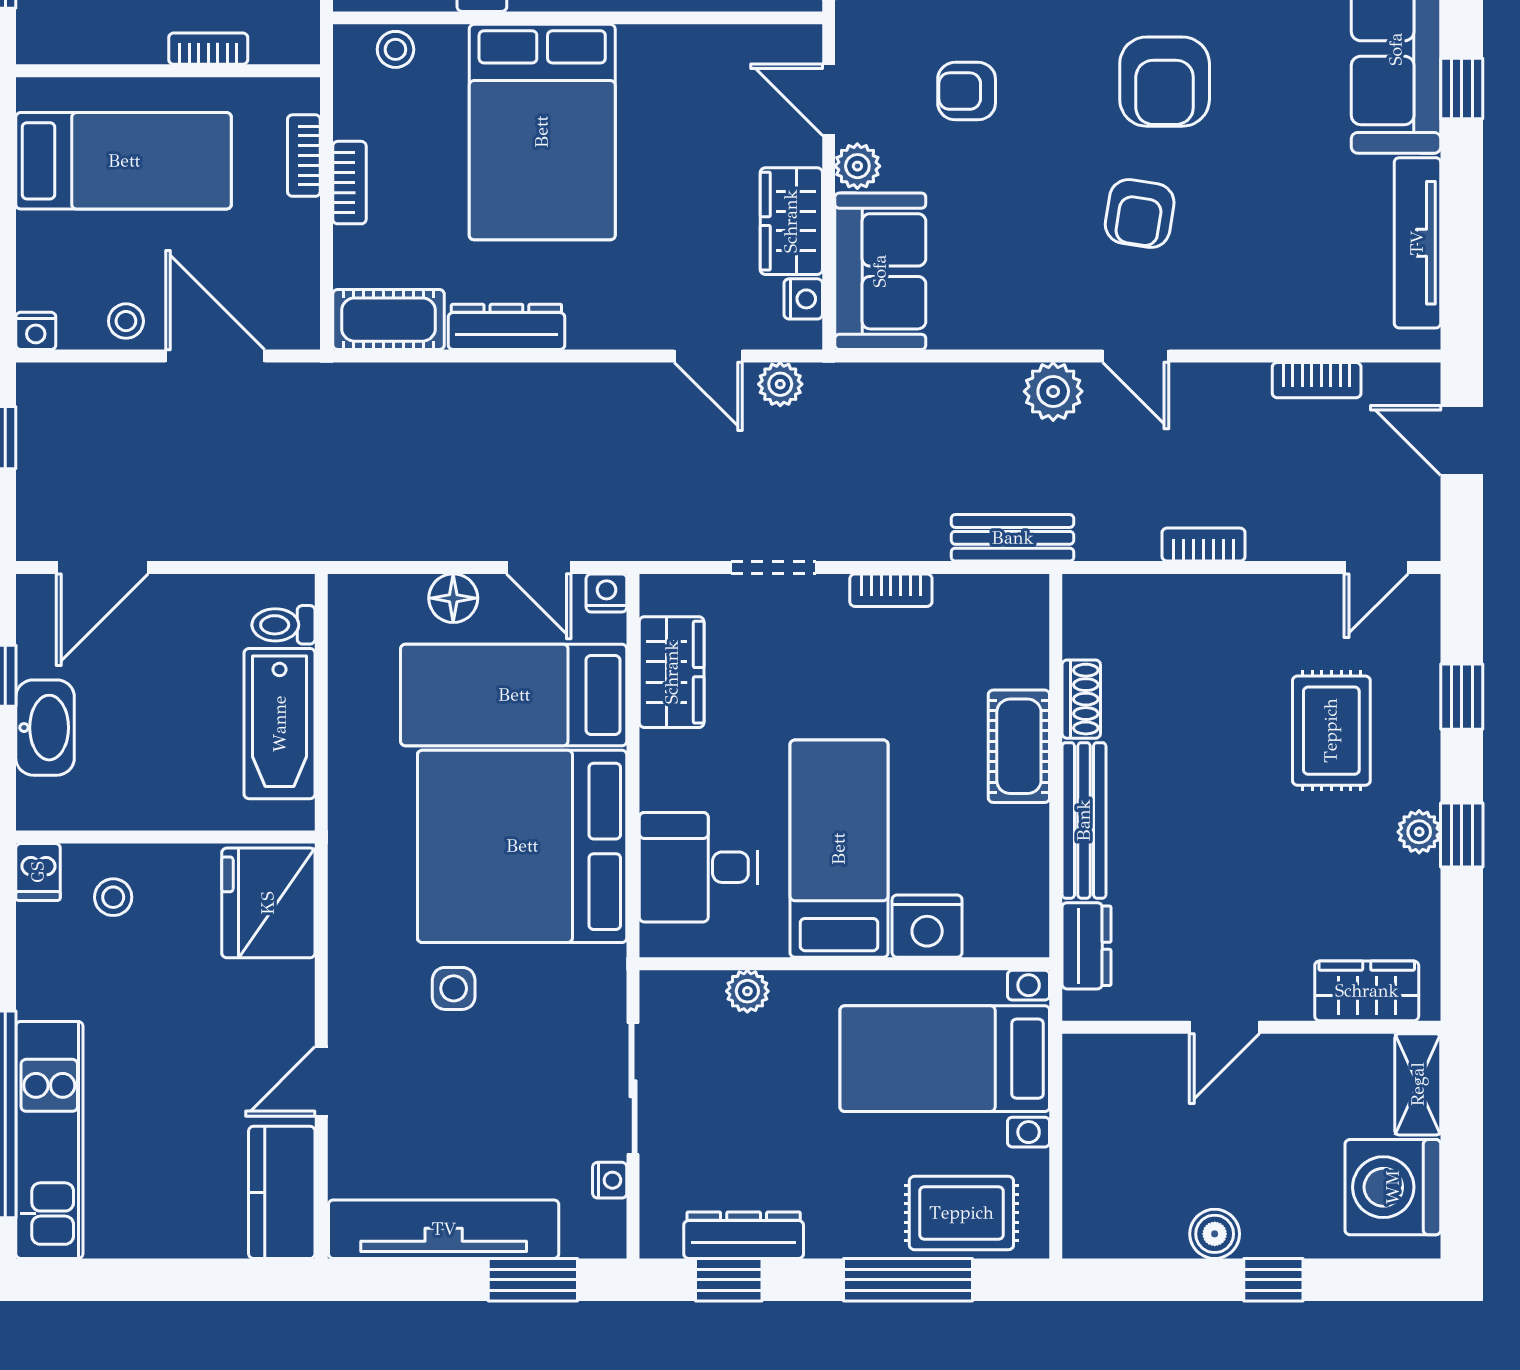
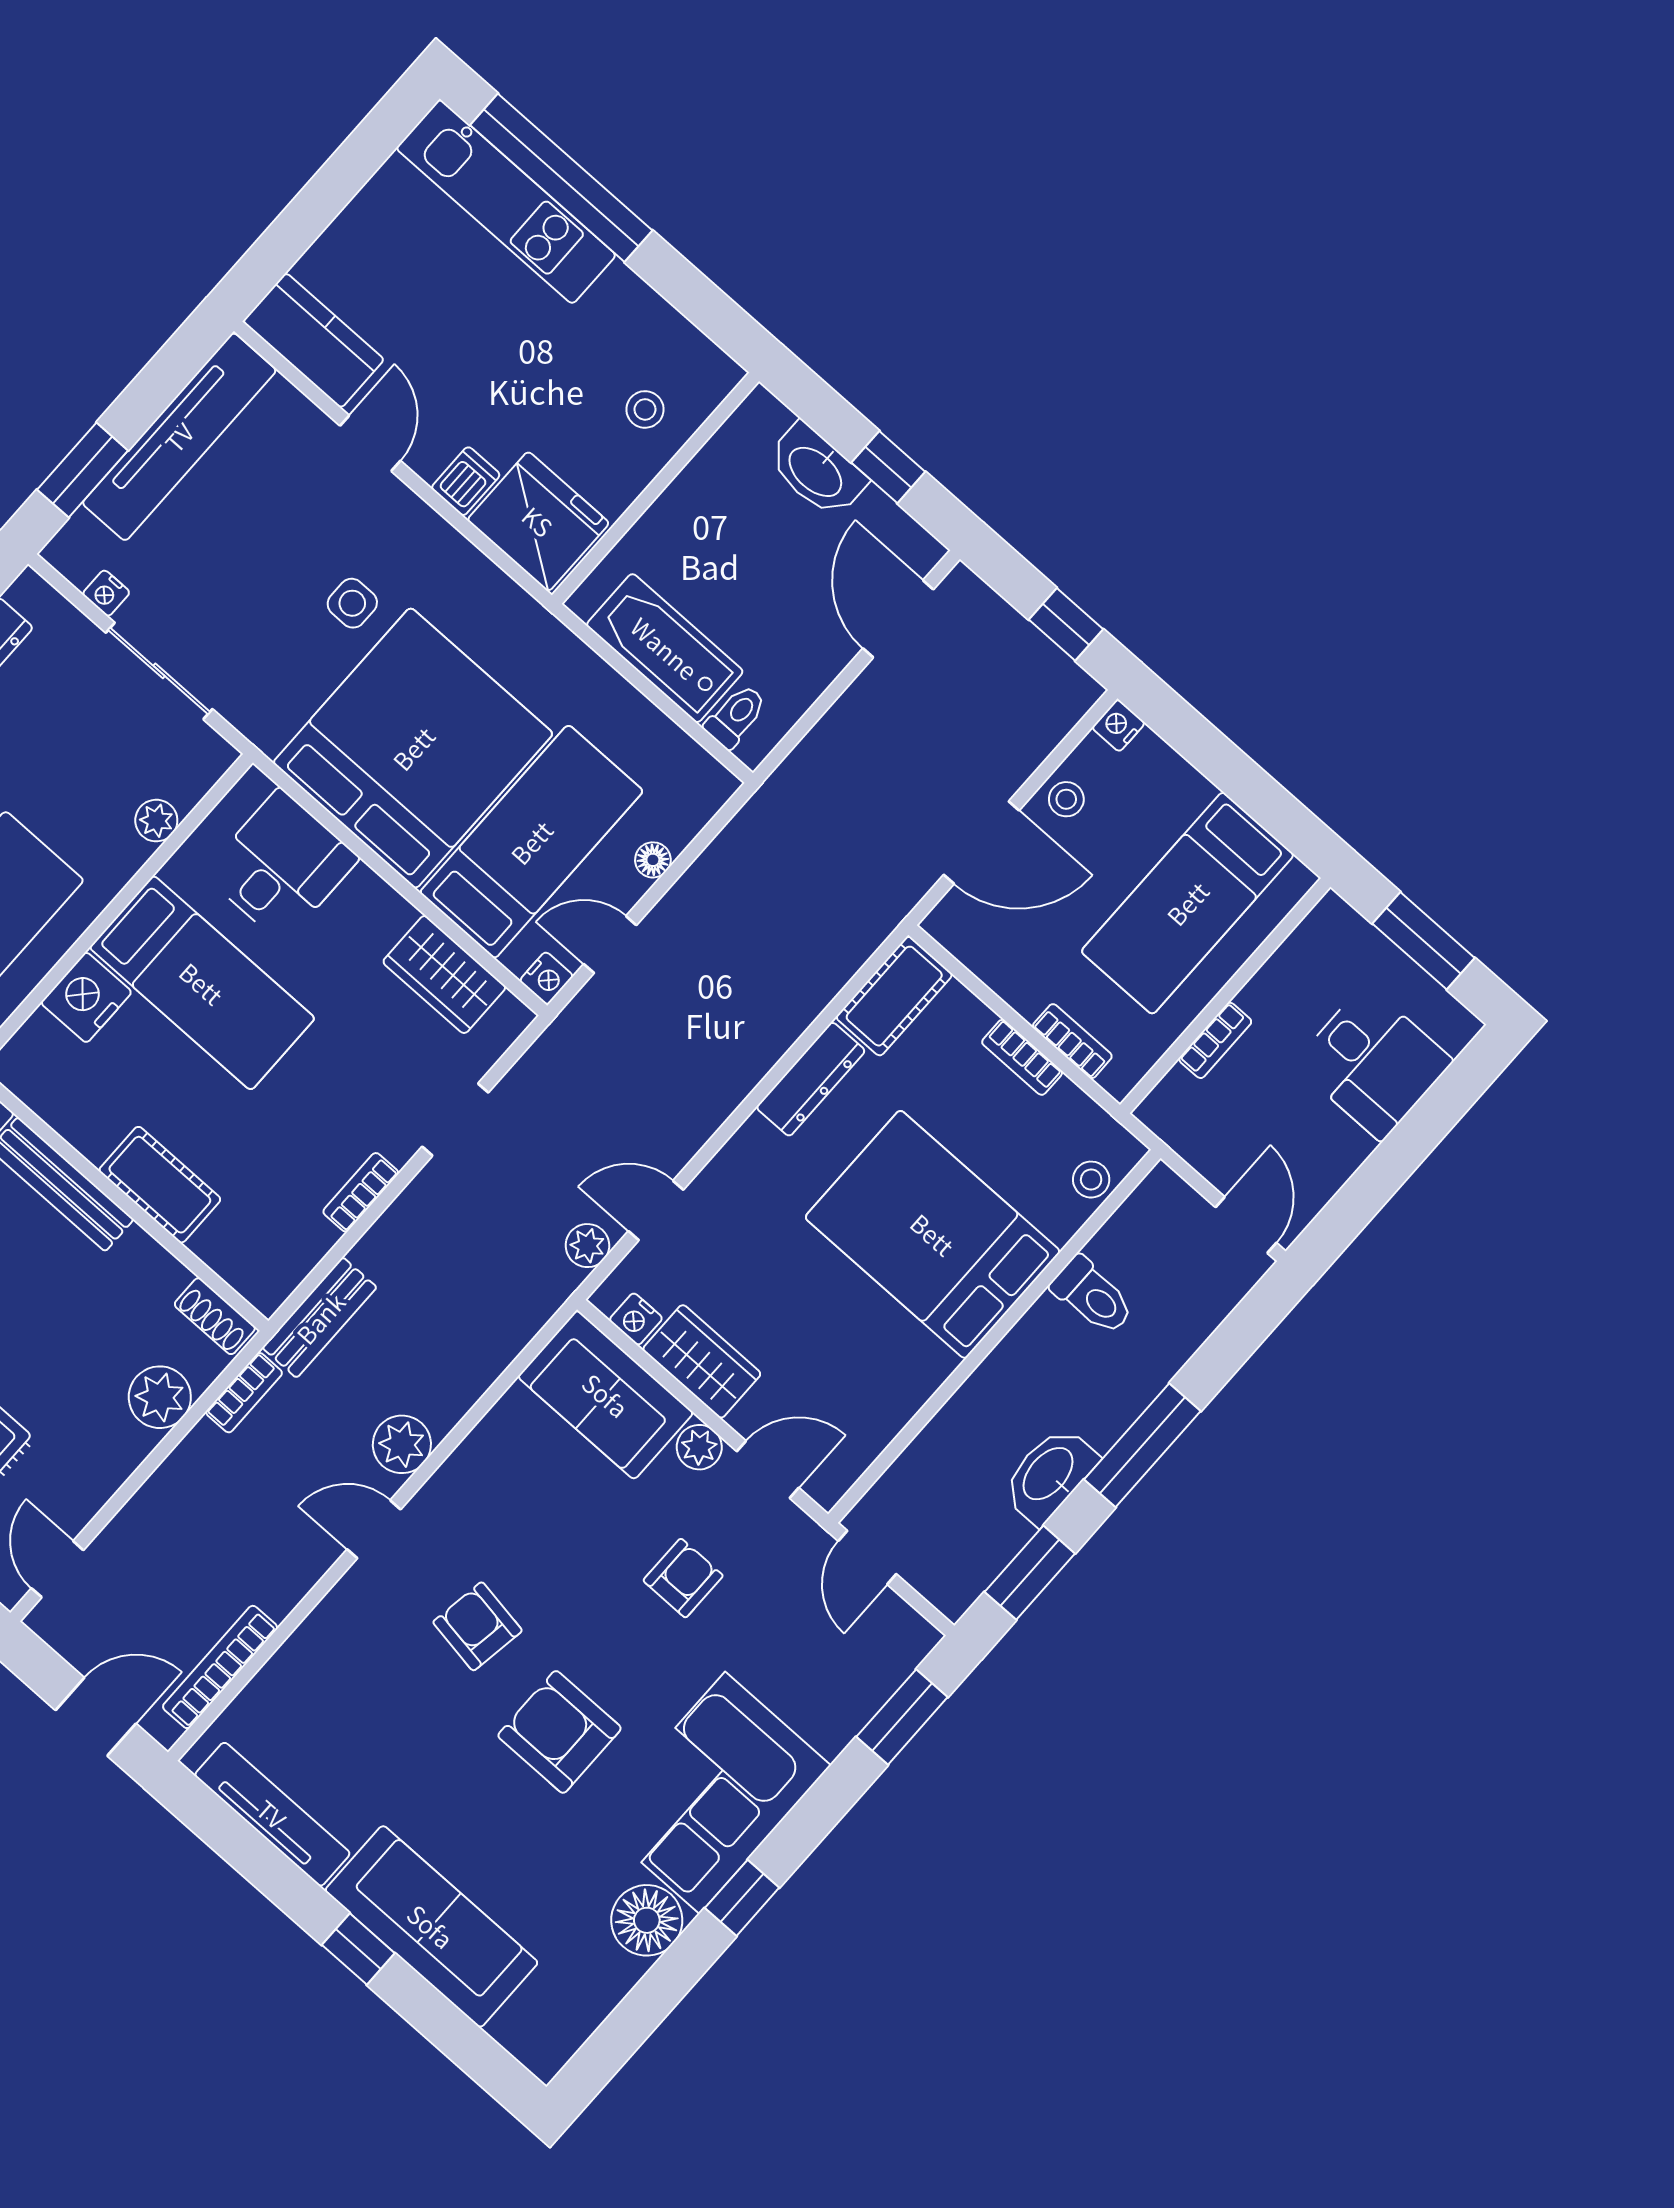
bookcase: (1317, 380) -> (220, 1667), width x1.56
bookcase: (1204, 545) -> (244, 1393), moved
floor lamp: (453, 598) -> (653, 860), width x0.73, depth x0.73
plant: (1179, 605) -> (160, 1397), added
shoe rack: (1081, 699) -> (215, 1316), moved
dishwasher: (38, 872) -> (466, 481), moved, turned 90

